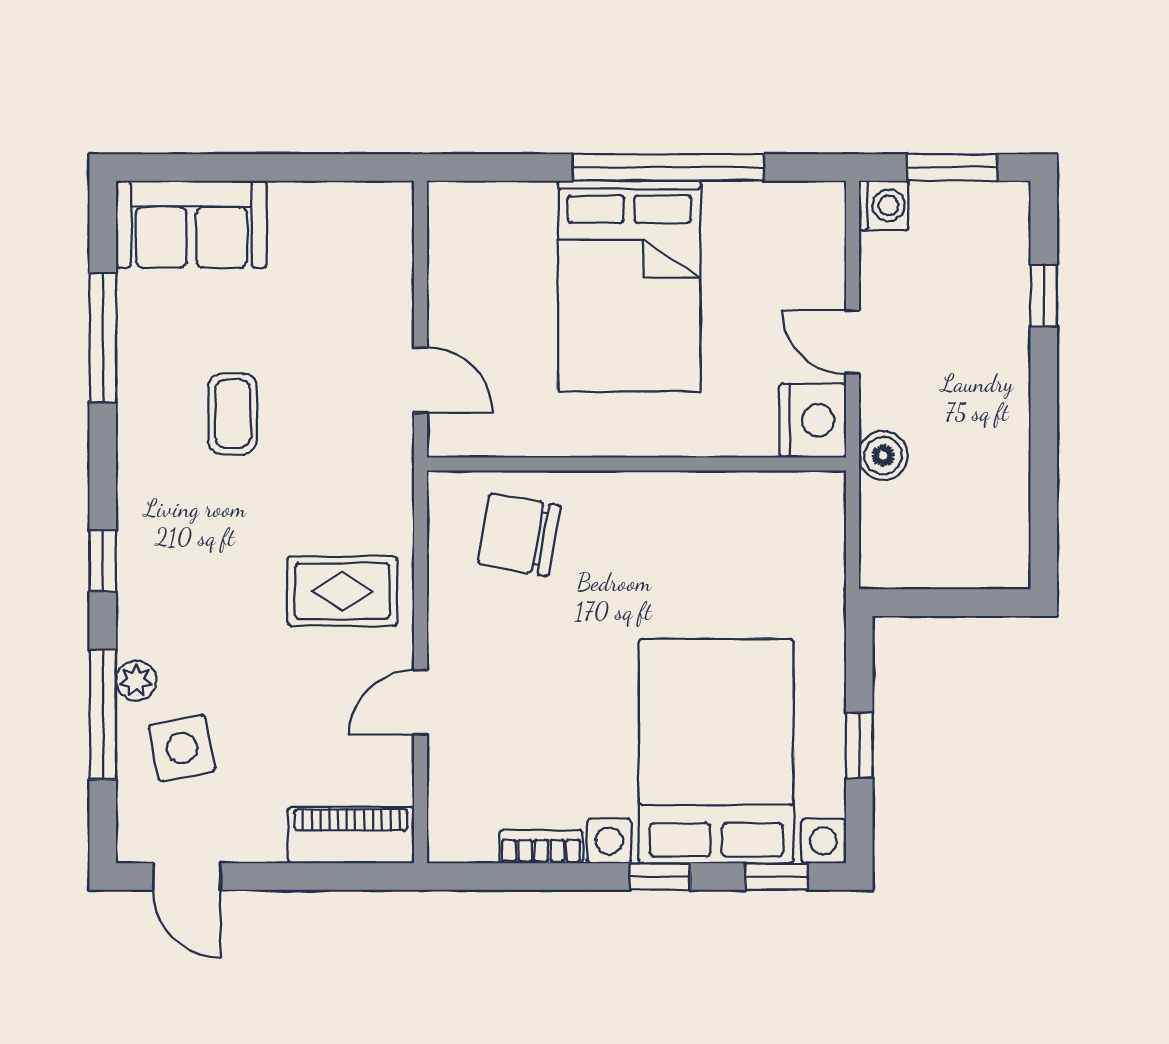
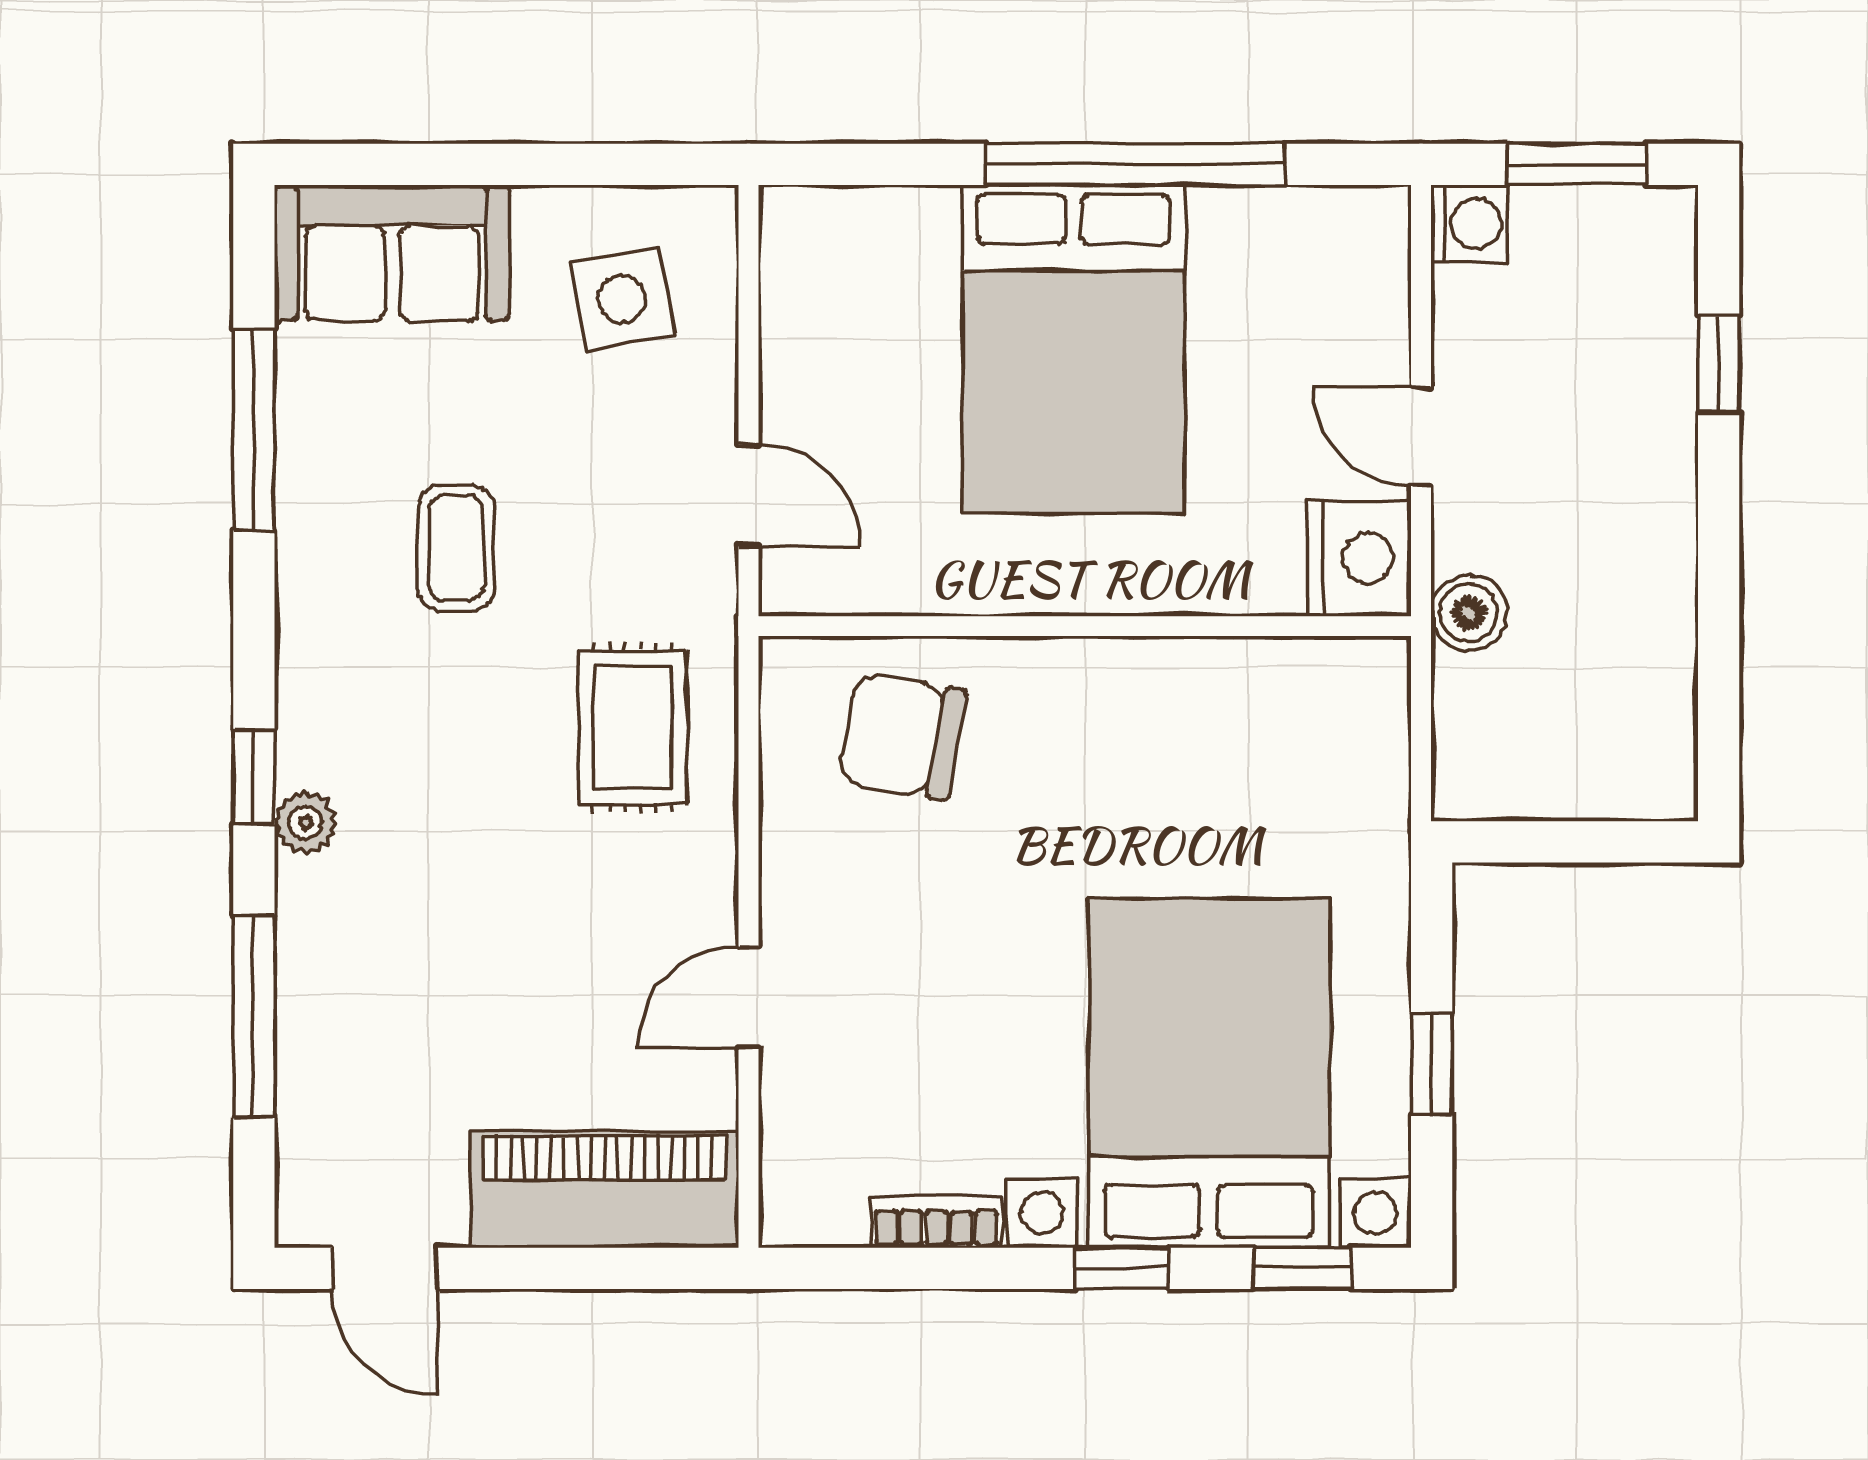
rug: (342, 591) -> (633, 727), moved, turned 90
plant: (136, 681) -> (306, 823), moved
side table: (182, 748) -> (622, 299), moved
piano: (351, 835) -> (604, 1189), width x1.37, depth x1.33

